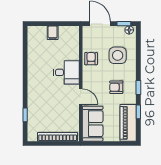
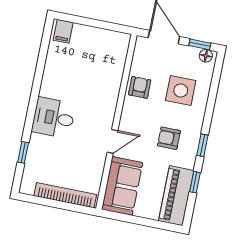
filing cabinet: (53, 33) -> (63, 31), moved
desk: (66, 72) -> (54, 118), moved, turned 180
door: (81, 96) -> (112, 141), hinge flipped

